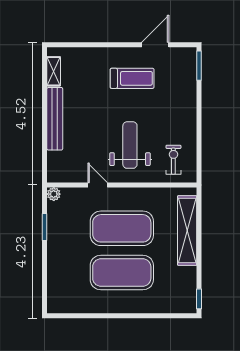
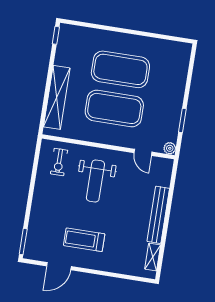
door: (98, 185) -> (143, 152), moved

